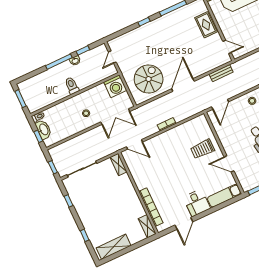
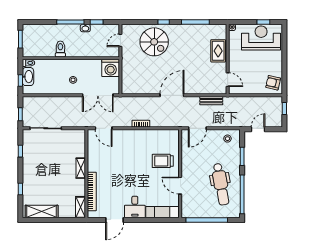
spiral stairs: (149, 79) -> (154, 42), moved, turned 90
toilet: (72, 86) -> (60, 49), moved
shelving: (119, 164) -> (81, 168), moved

